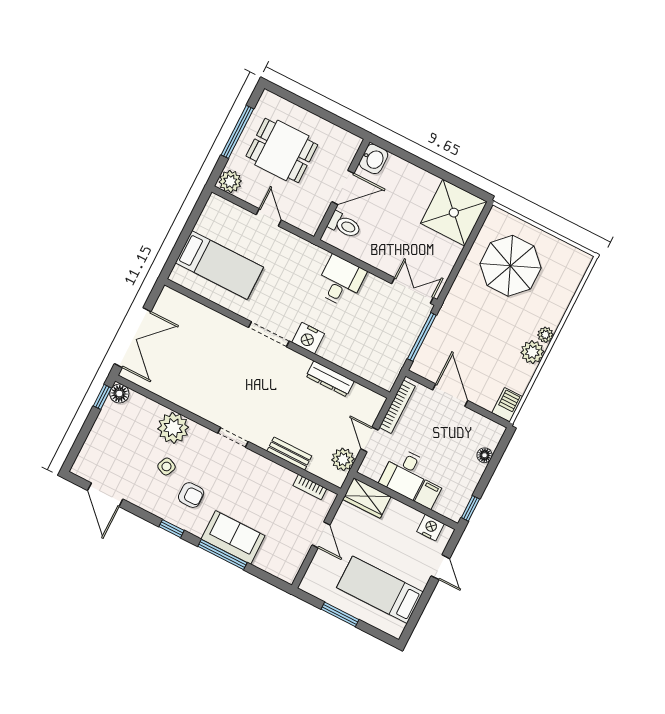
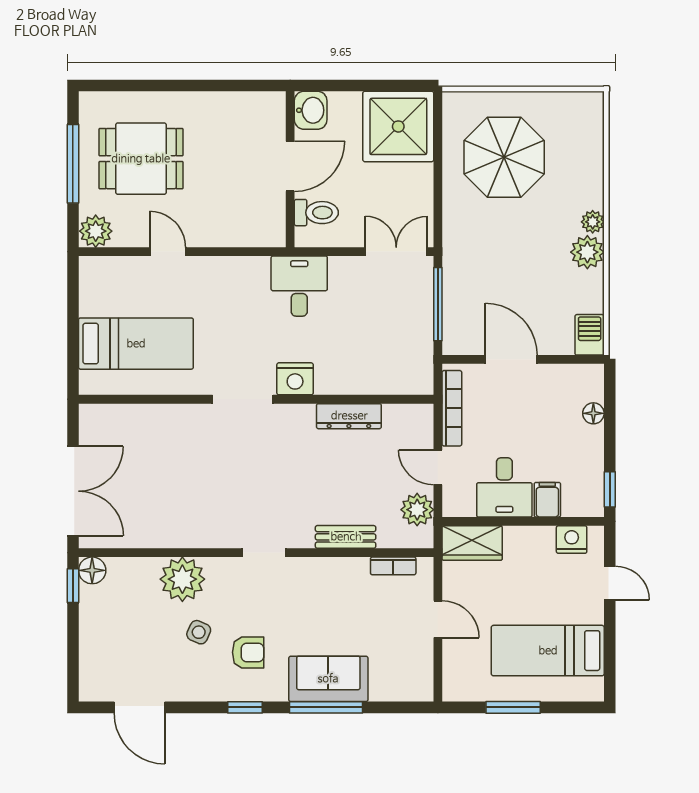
washbasin: (374, 159) -> (311, 110), moved
door: (343, 188) -> (290, 166), moved
wall: (342, 189) -> (290, 169), moved
toilet: (344, 225) -> (316, 213), moved

